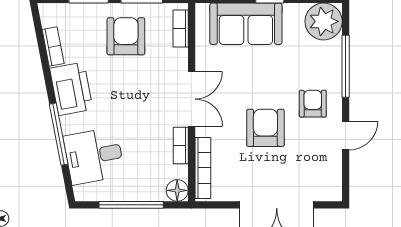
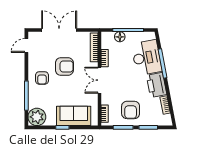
armchair: (265, 128) -> (64, 66), turned -90
door: (346, 135) -> (26, 46), moved
desk: (94, 156) -> (147, 58), width x1.37
floor lamp: (177, 190) -> (120, 37), moved

